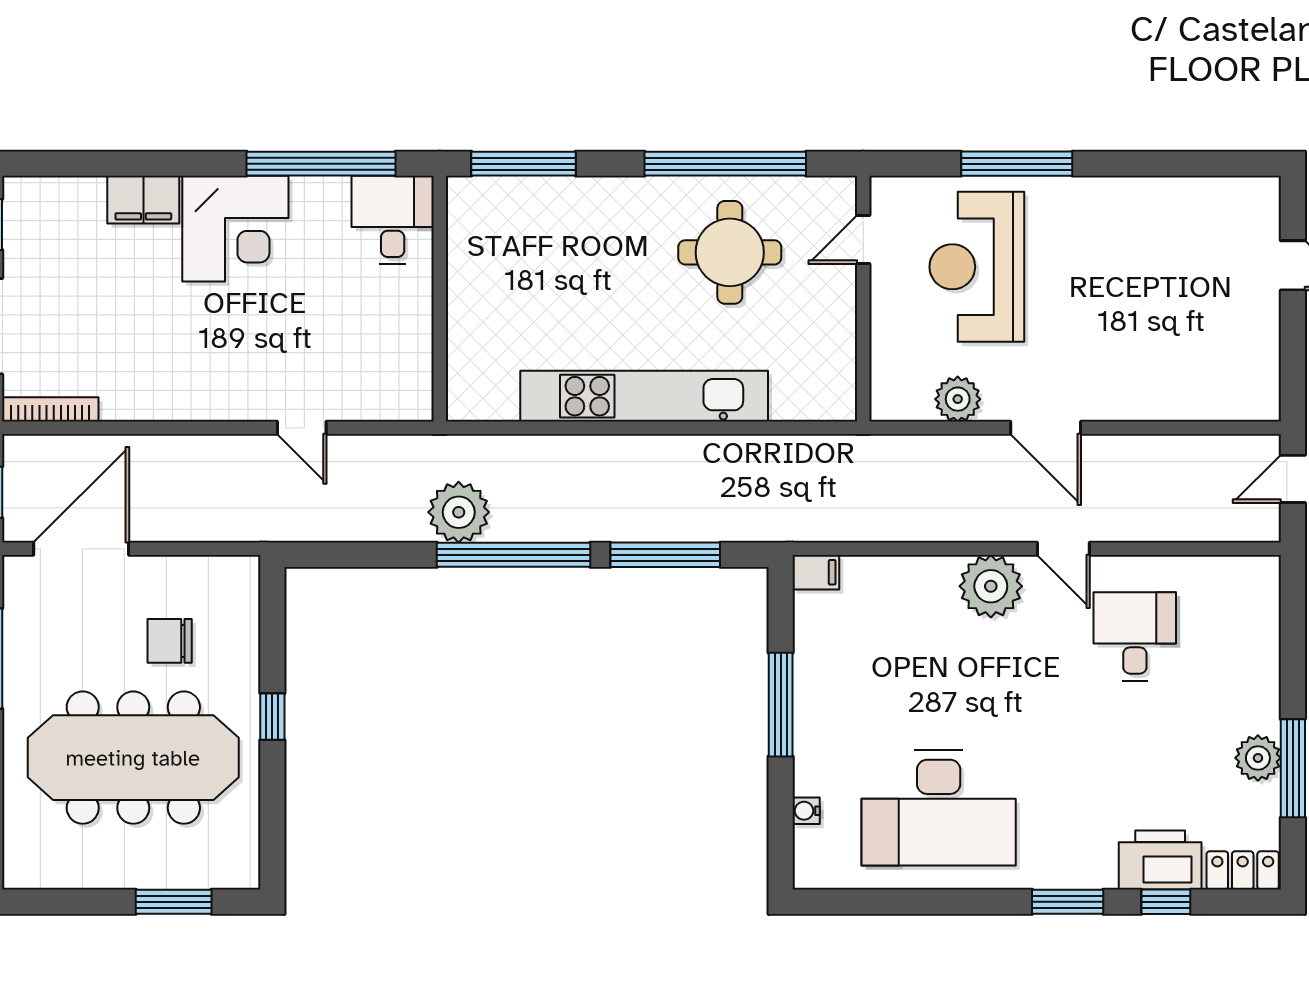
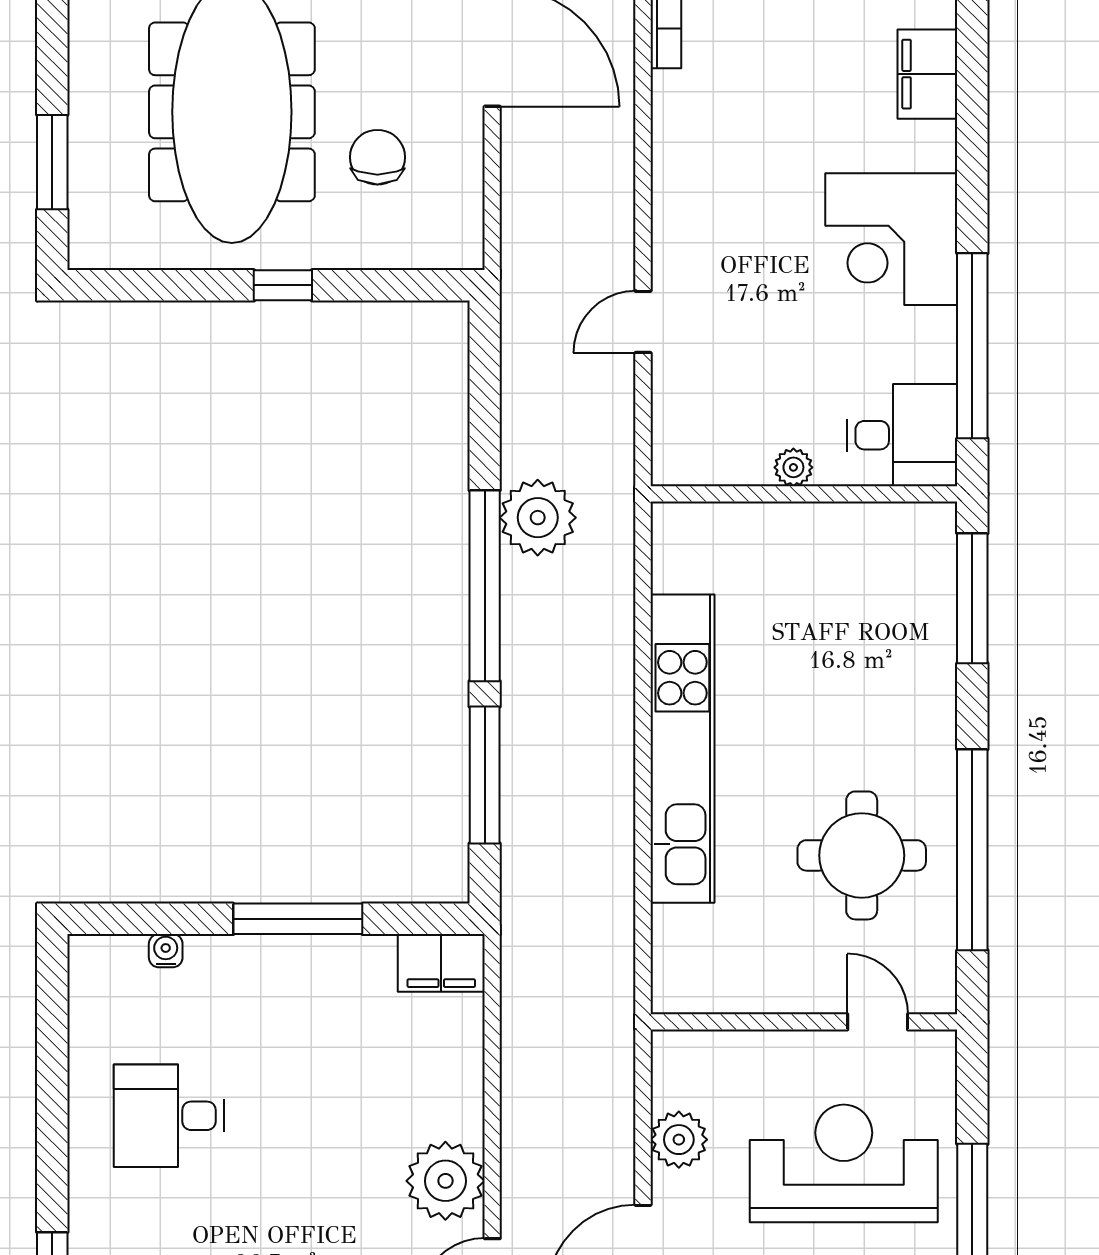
filing cabinet: (143, 200) -> (927, 74), moved
plant: (418, 307) -> (793, 467), added
filing cabinet: (816, 572) -> (441, 963), width x2.00
desk: (939, 808) -> (169, 1116), width x0.53, depth x0.77

